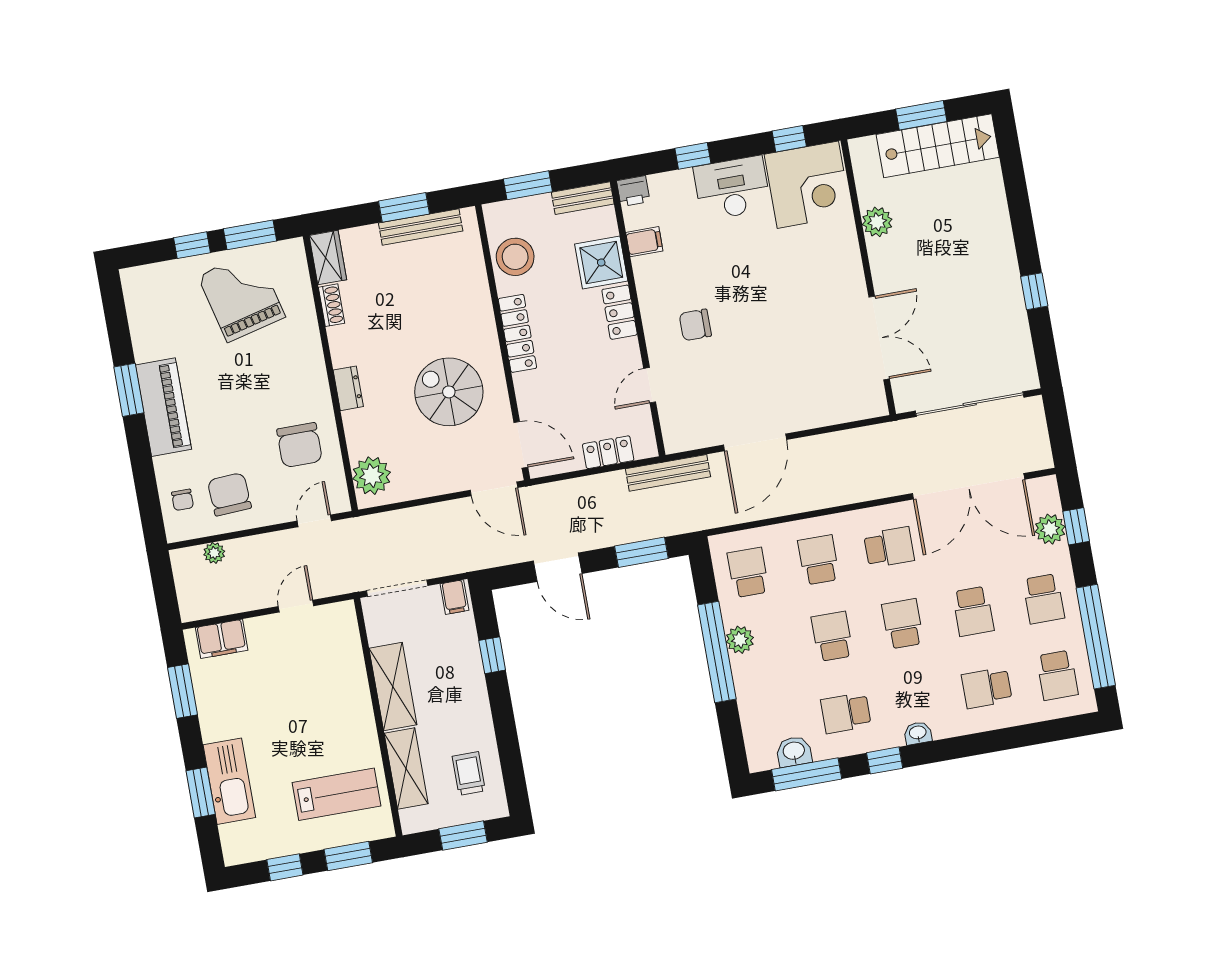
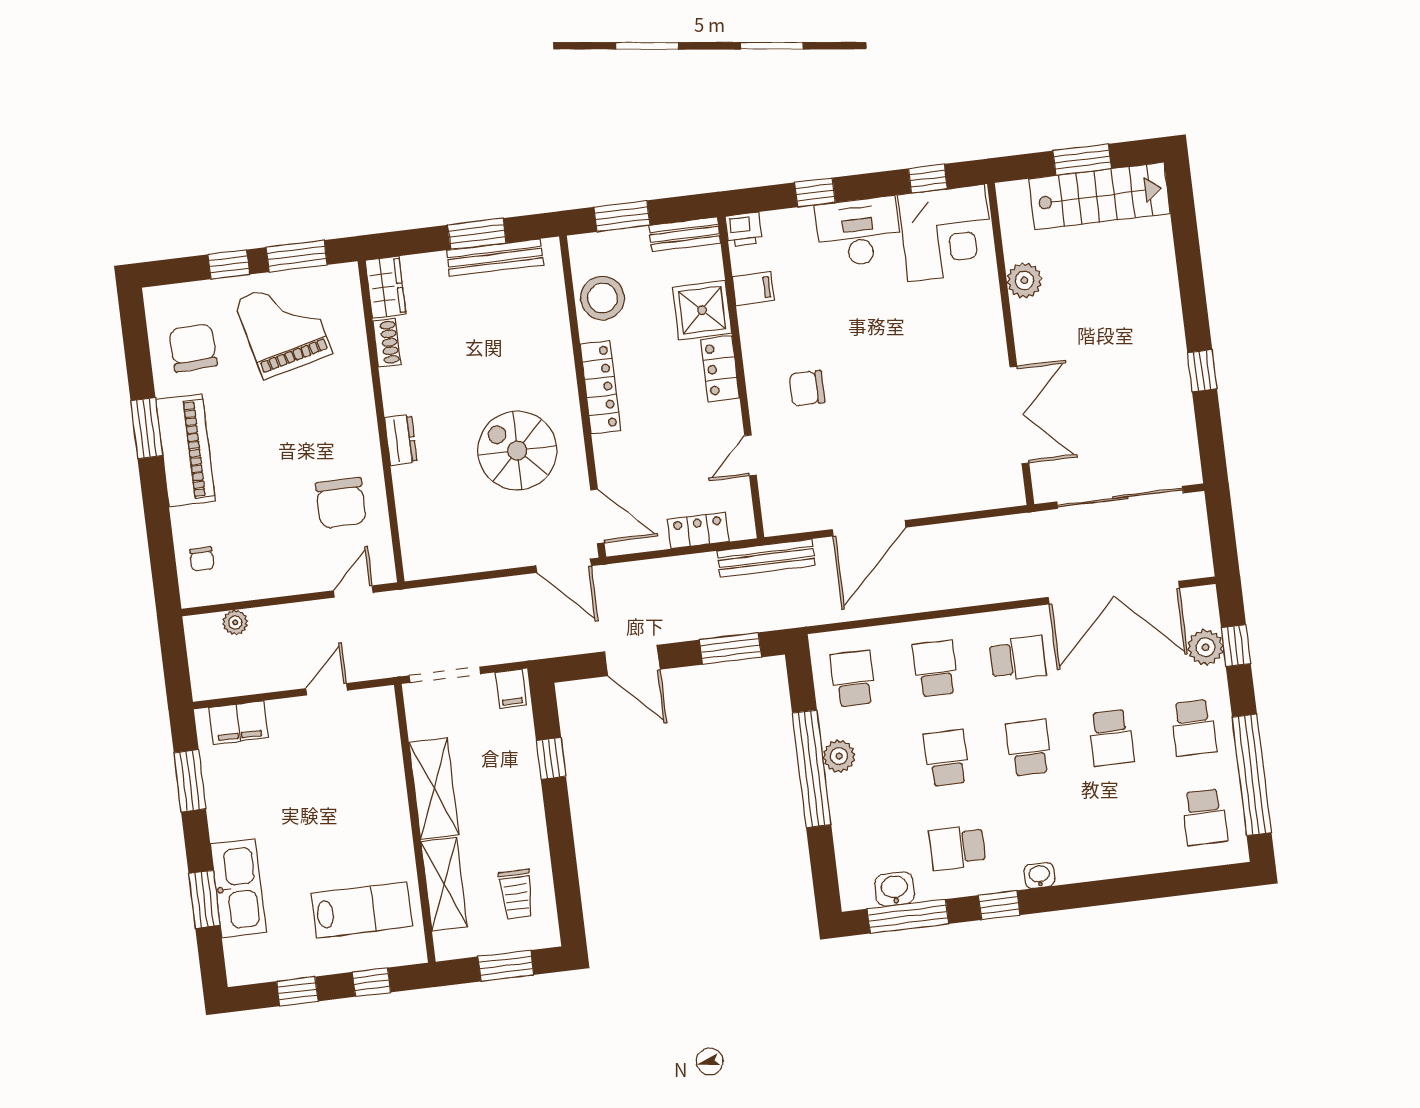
plant: (372, 476) -> (422, 543), removed
chair: (229, 494) -> (193, 348), moved
school desk: (987, 688) -> (1122, 827), removed
trolley: (469, 773) -> (516, 894), turned 180
window: (348, 856) -> (372, 982), width x0.67

